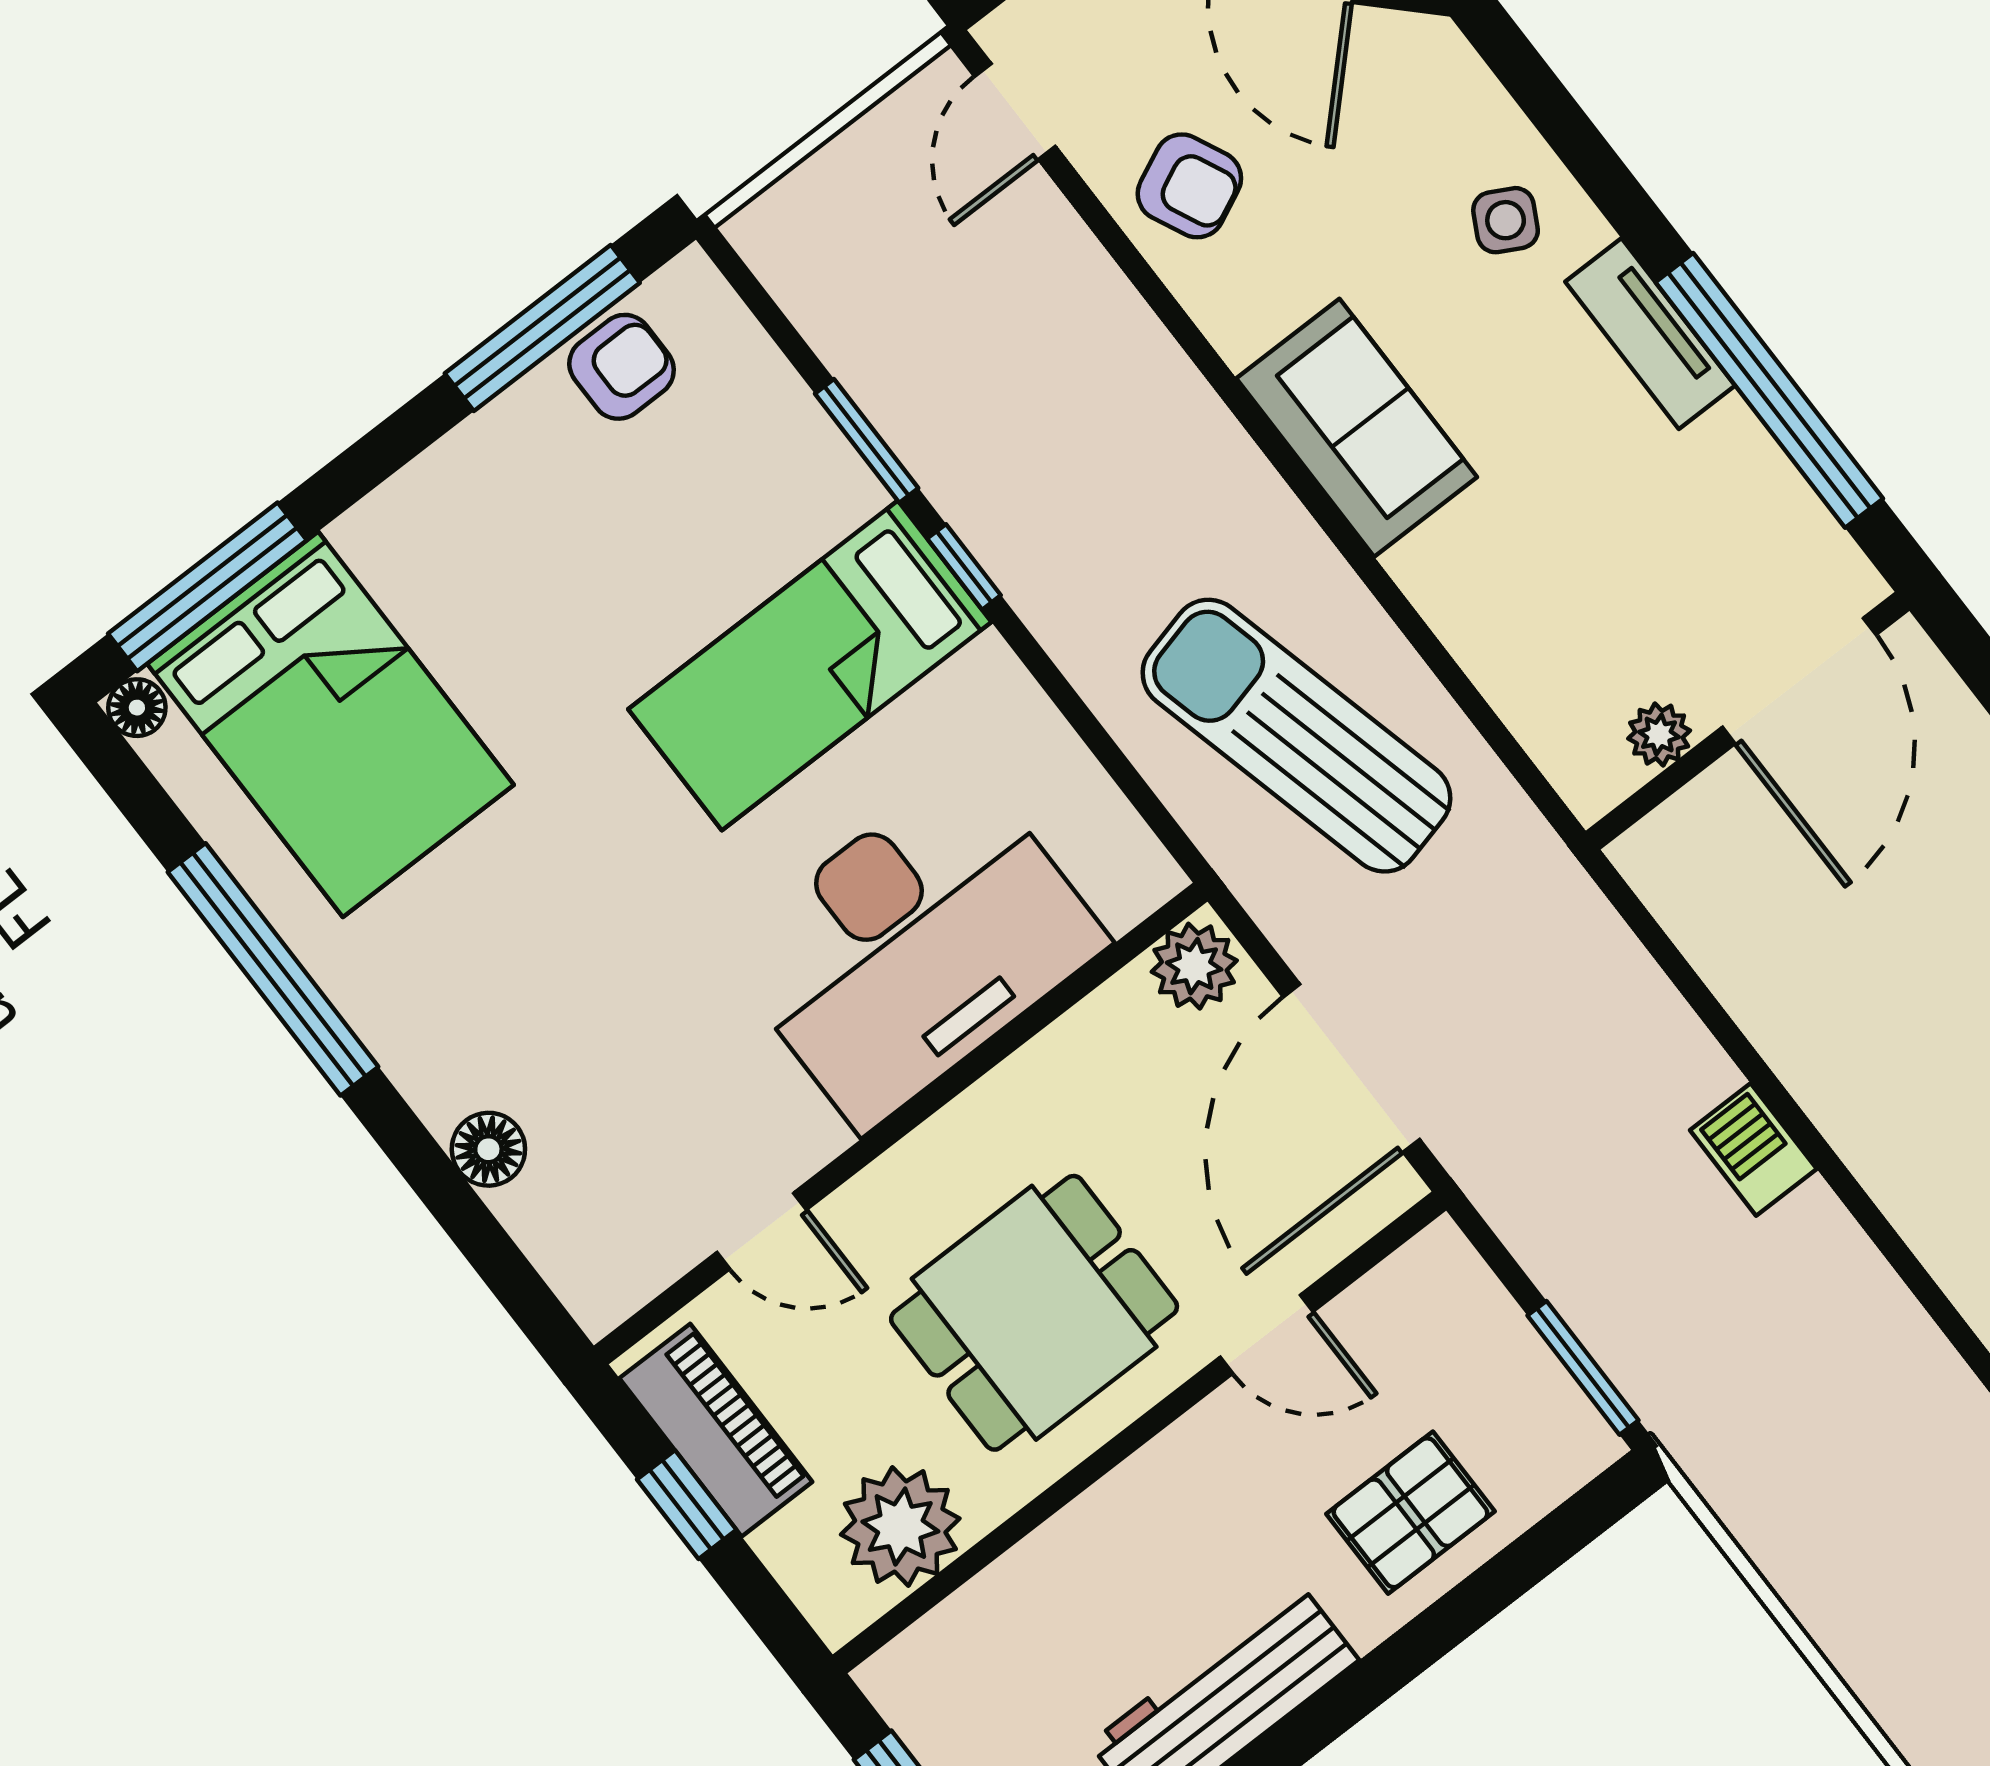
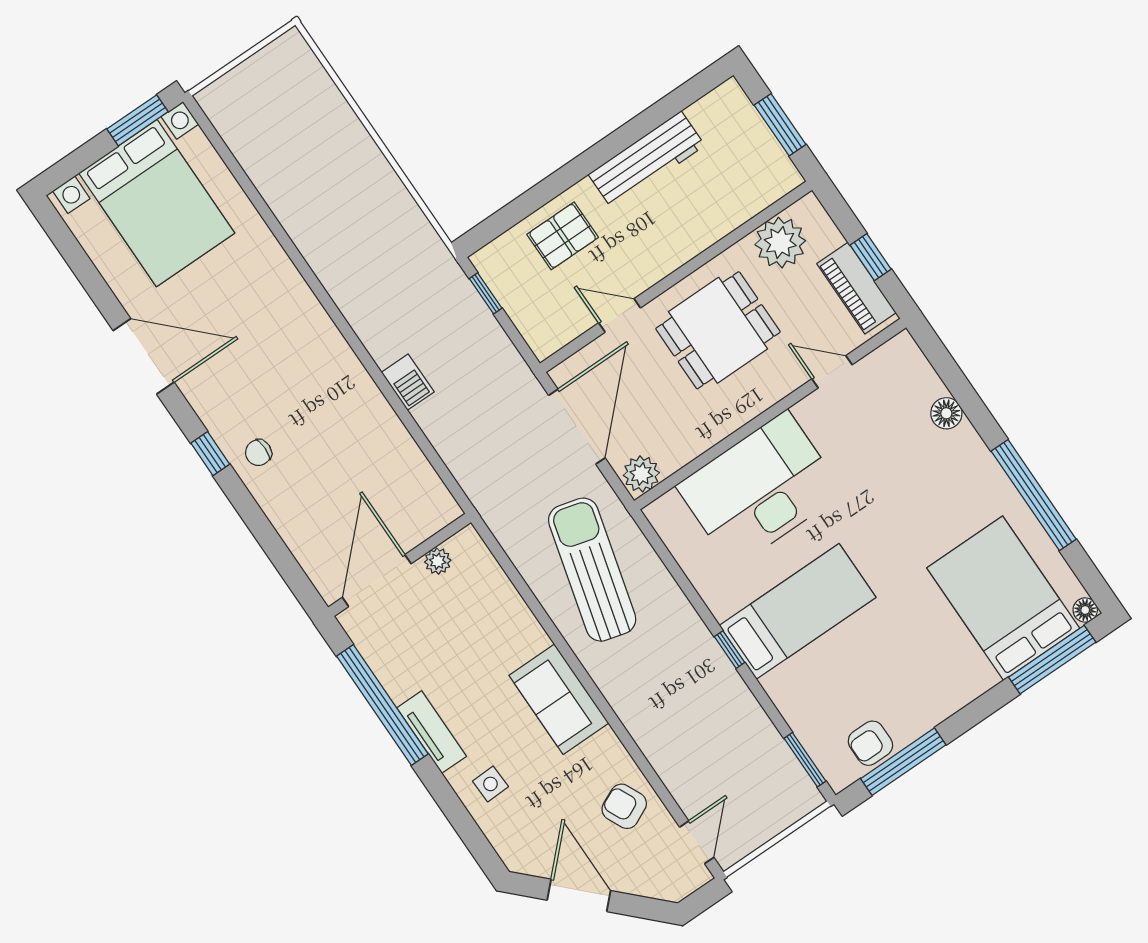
side table: (1506, 220) -> (490, 784), turned -30
window: (867, 441) -> (805, 760), moved
sun lounger: (1296, 736) -> (592, 570), turned -151
window: (1583, 1368) -> (486, 293), width x0.67

